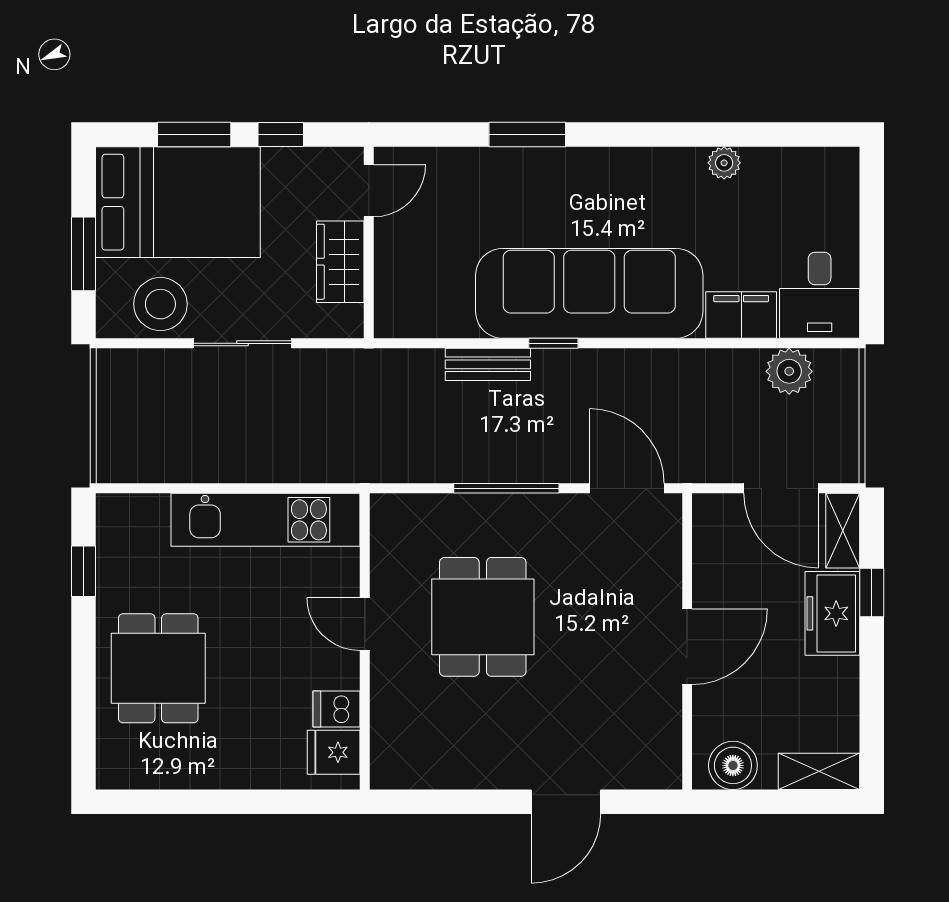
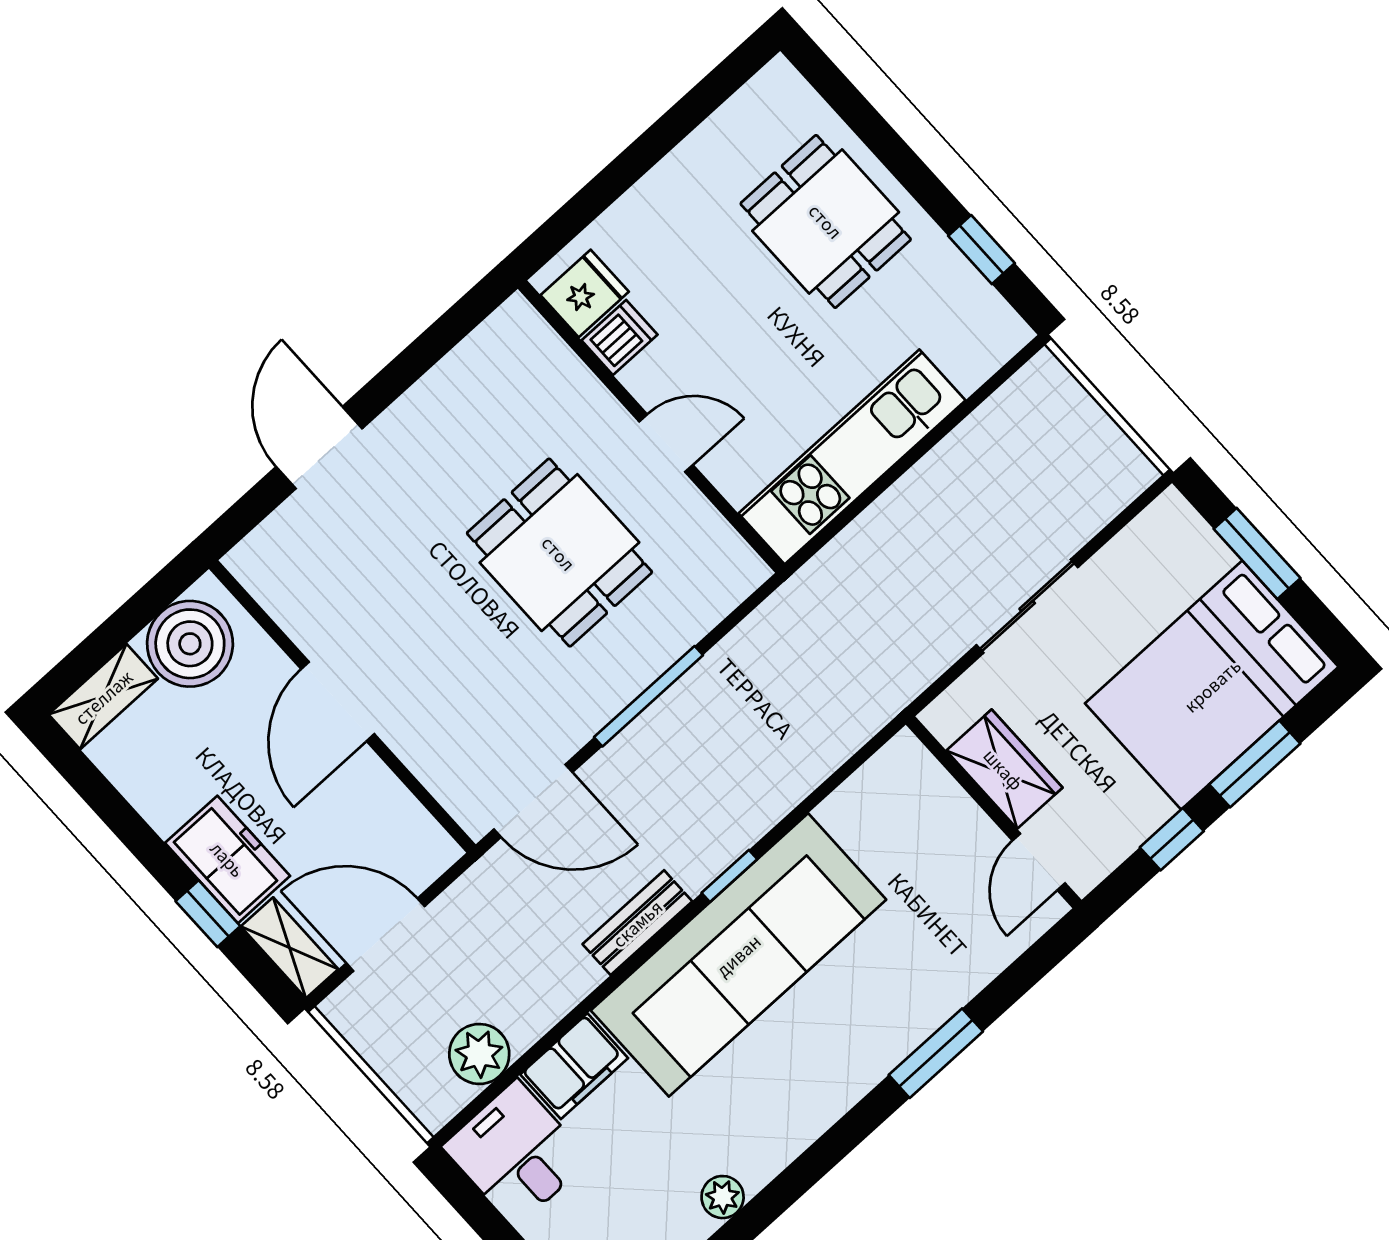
stool: (160, 304) -> (1140, 572), removed
bench: (488, 364) -> (637, 923), moved
boiler: (733, 765) -> (190, 644), width x1.37, depth x1.37

